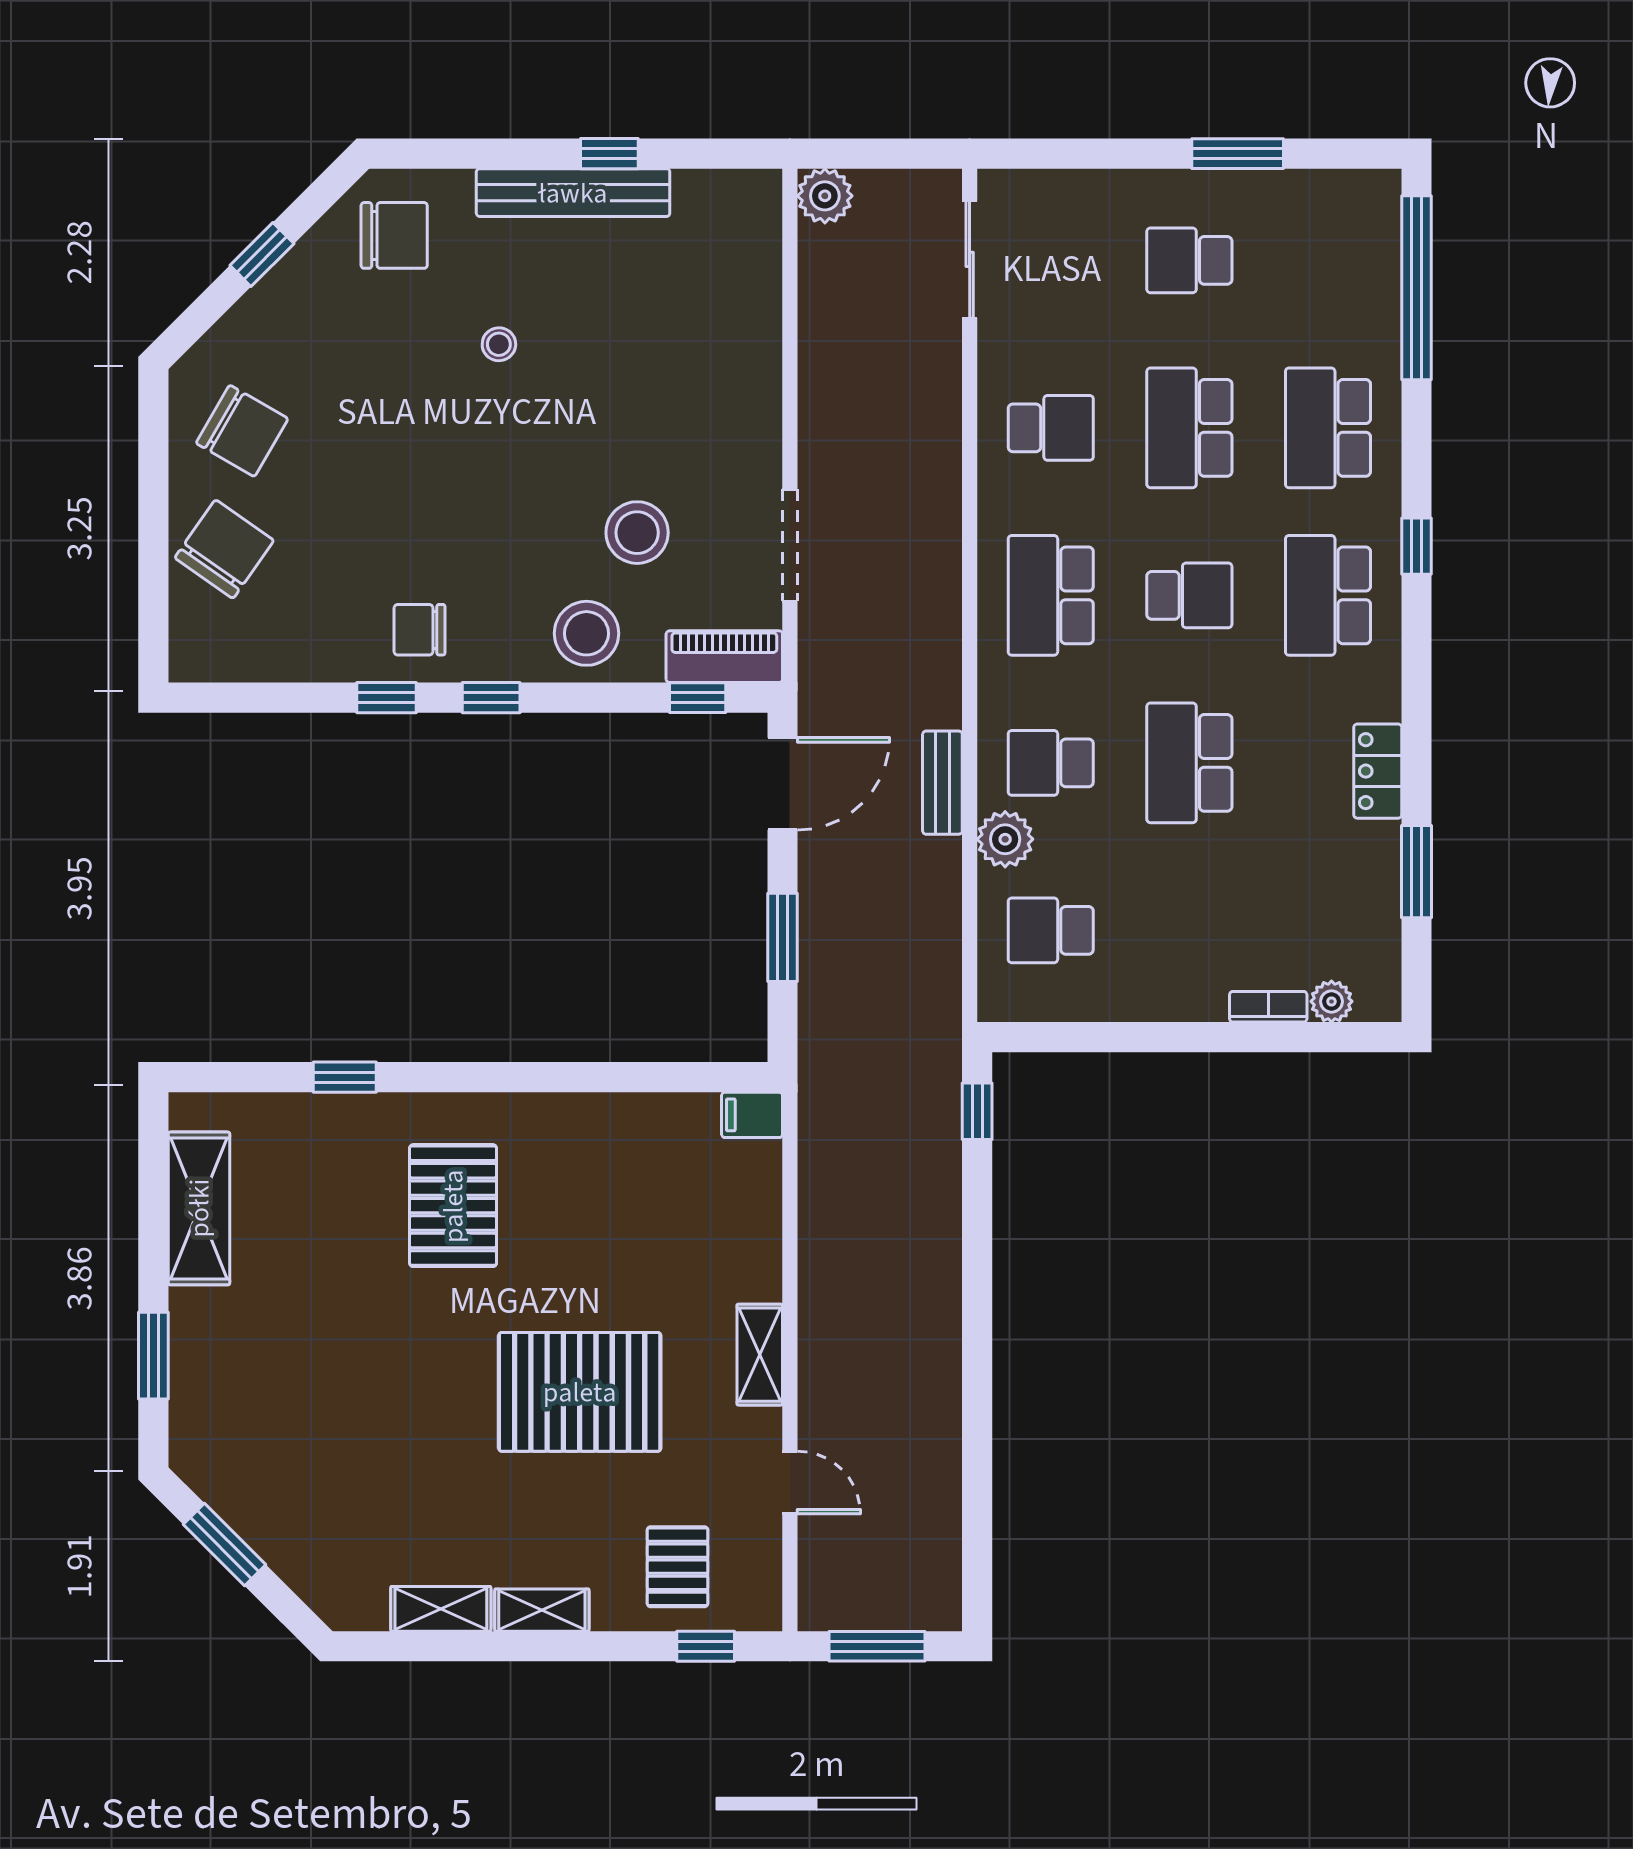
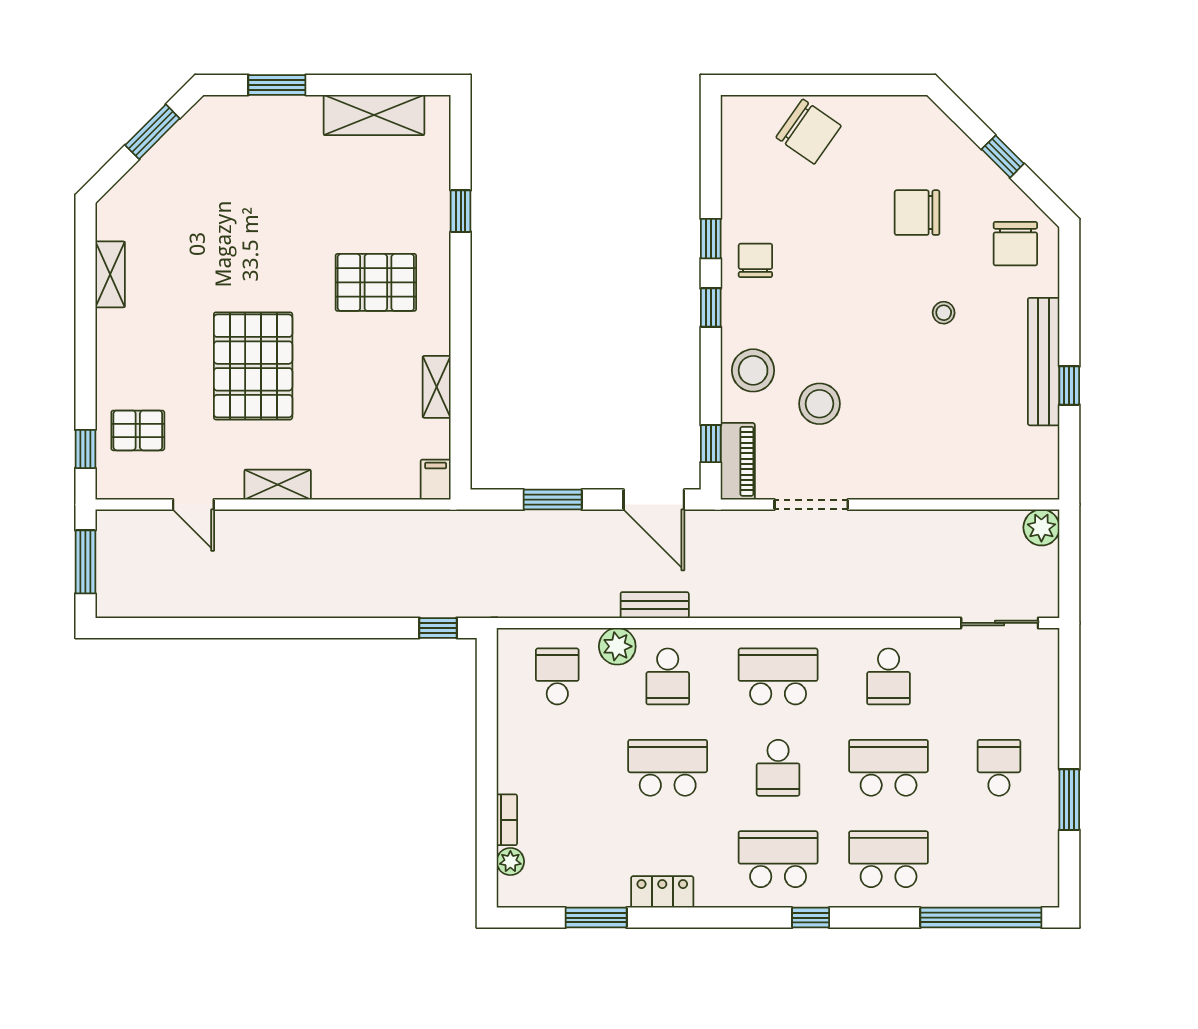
chair: (242, 431) -> (917, 213), moved, turned 60
school desk: (1051, 763) -> (668, 676), turned 180
door: (790, 1482) -> (193, 505), hinge flipped
shelving: (542, 1610) -> (437, 387), moved

